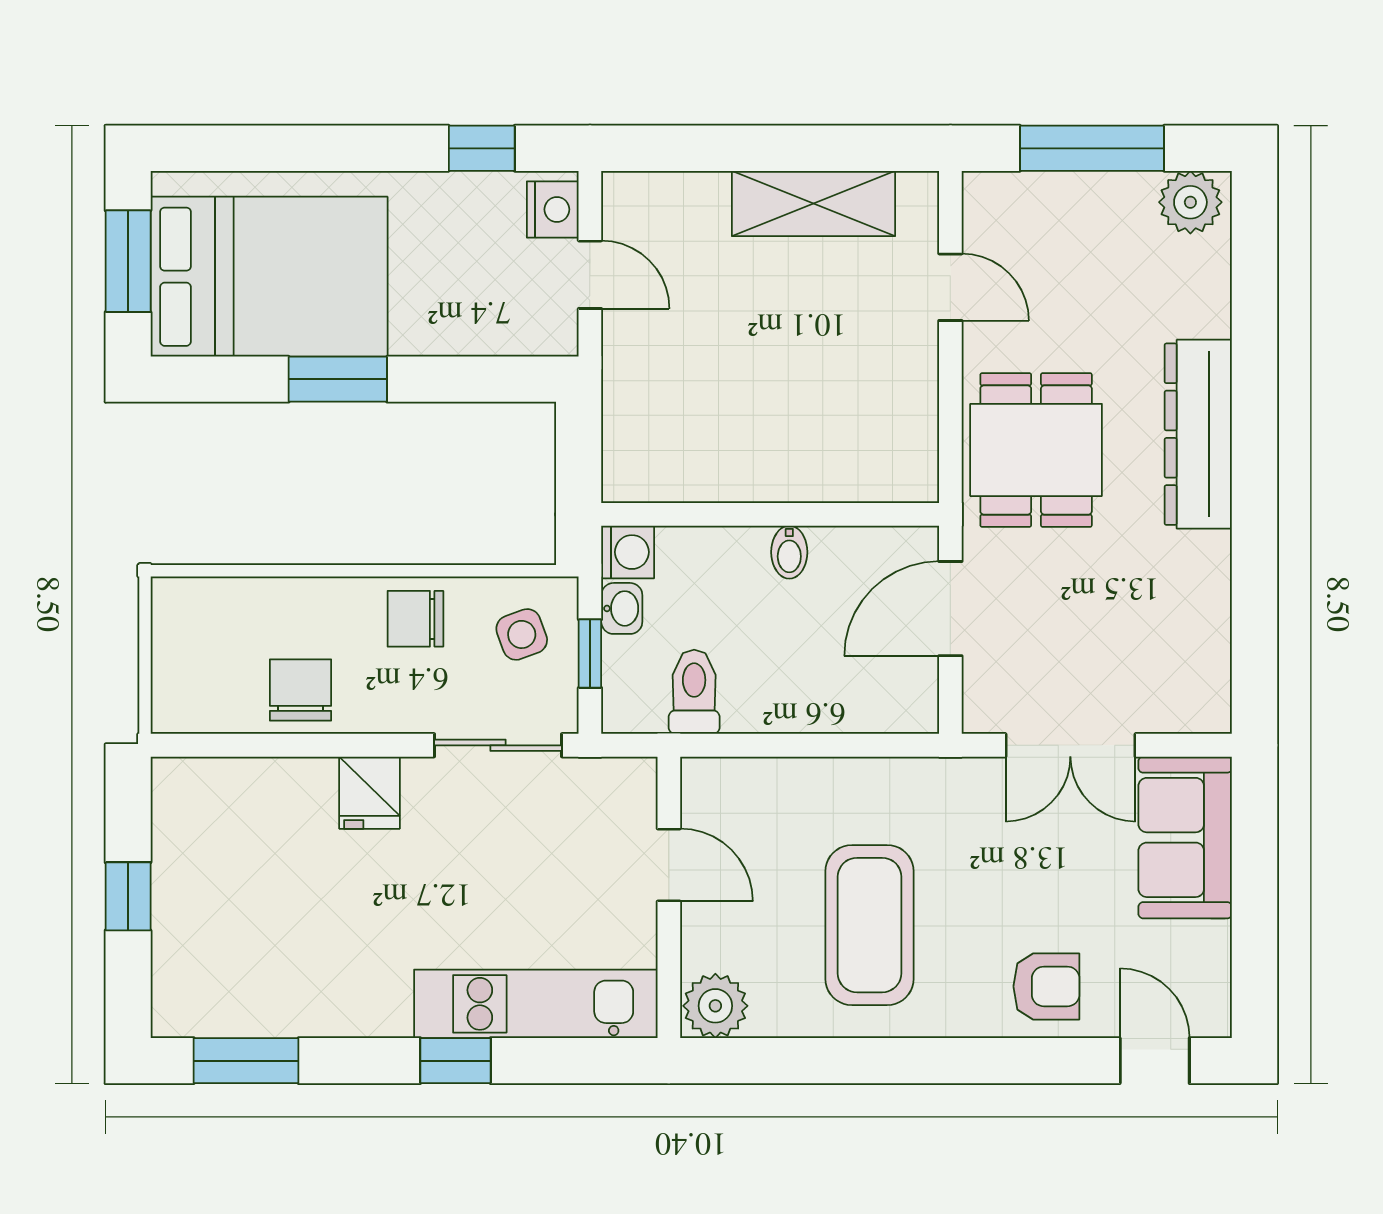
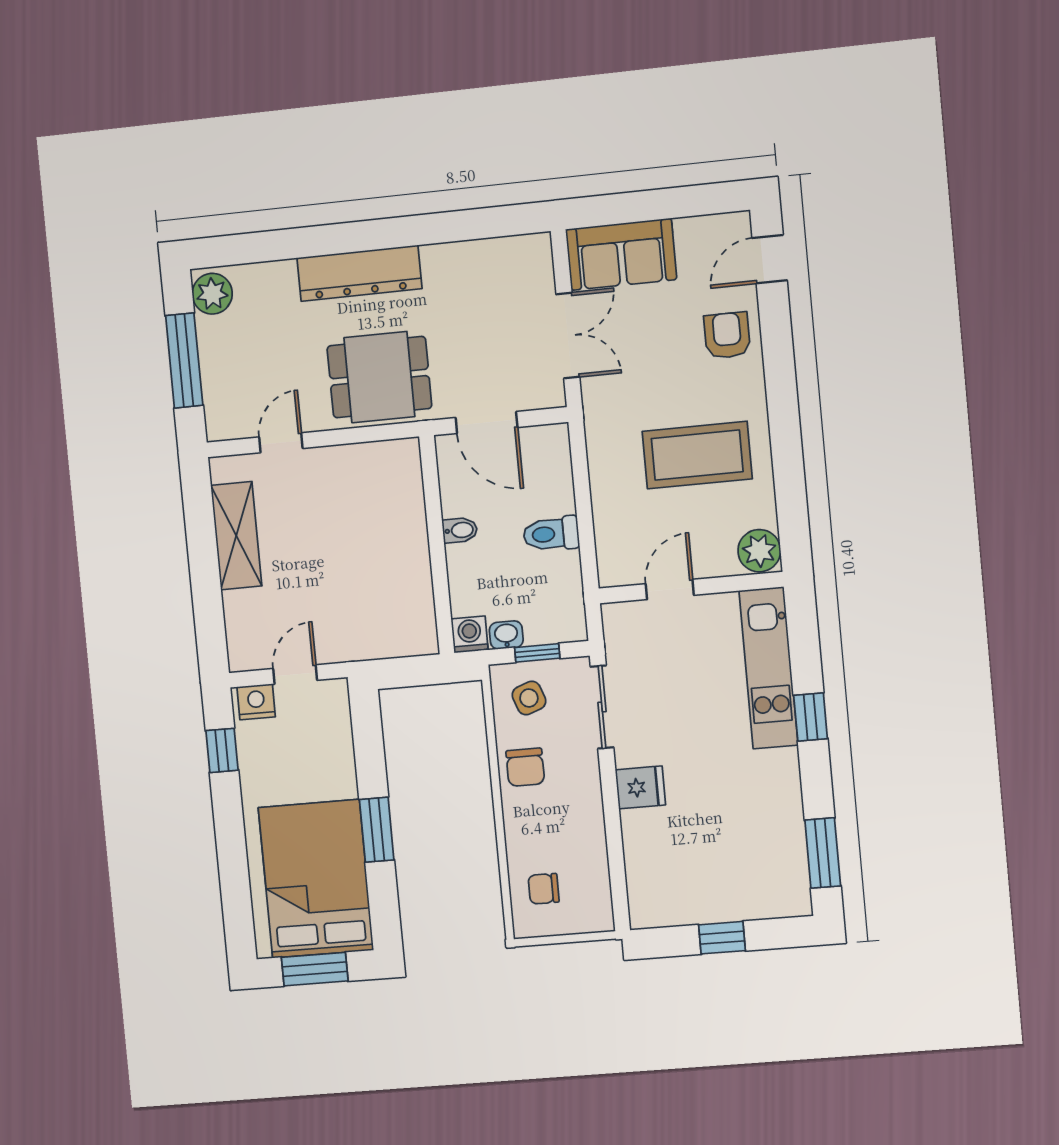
chair: (300, 690) -> (544, 889), moved, width x0.73, depth x0.73
toilet: (694, 692) -> (551, 534), moved

